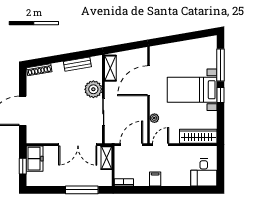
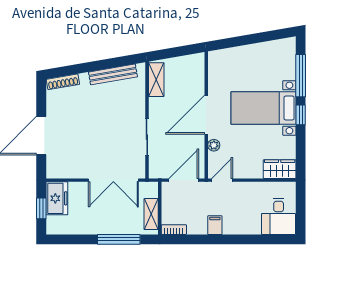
bench: (77, 64) -> (113, 74), width x1.36
door: (149, 81) -> (206, 115), moved
plant: (93, 89) -> (134, 107), removed
wardrobe: (198, 136) -> (280, 169), width x0.67
shelving: (107, 158) -> (151, 214), moved

